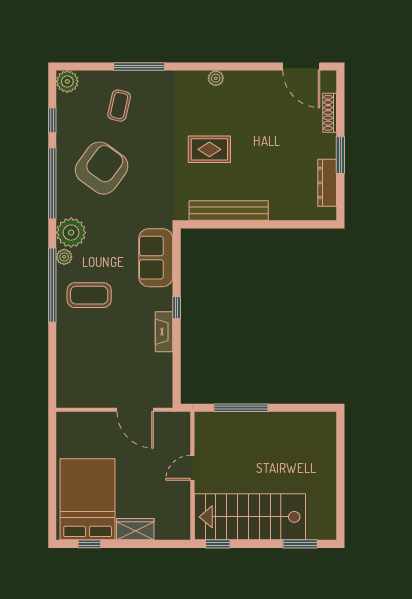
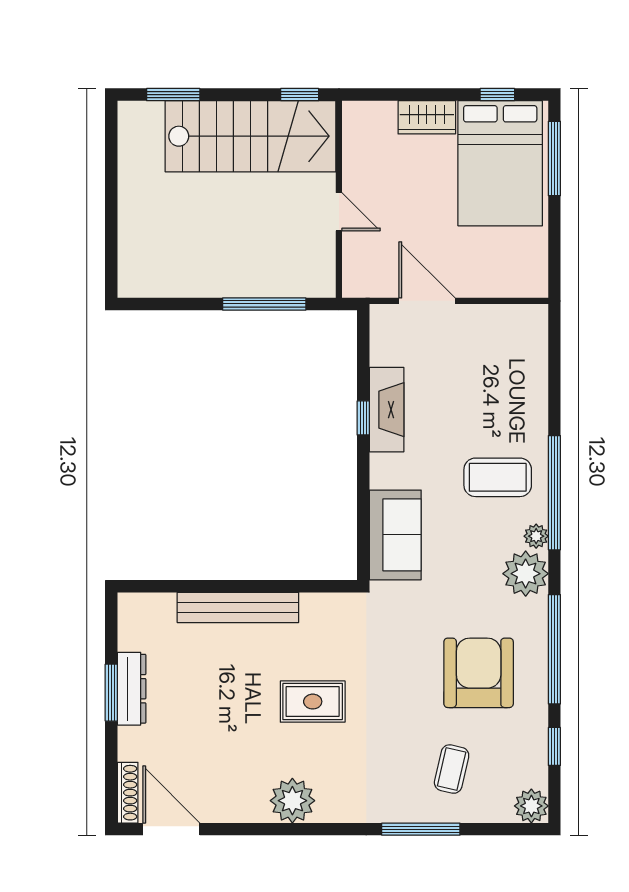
plant: (216, 78) -> (292, 801), width x1.88, depth x1.88
shoe rack: (330, 113) -> (128, 793), moved
armchair: (102, 168) -> (479, 673), turned 144
dresser: (327, 183) -> (132, 689), moved
bench: (229, 211) -> (238, 607), moved
window: (177, 308) -> (363, 418), moved
fireplace: (164, 332) -> (387, 410), width x1.37, depth x1.32
door: (192, 468) -> (339, 212), hinge flipped
window: (52, 502) -> (554, 158), added

